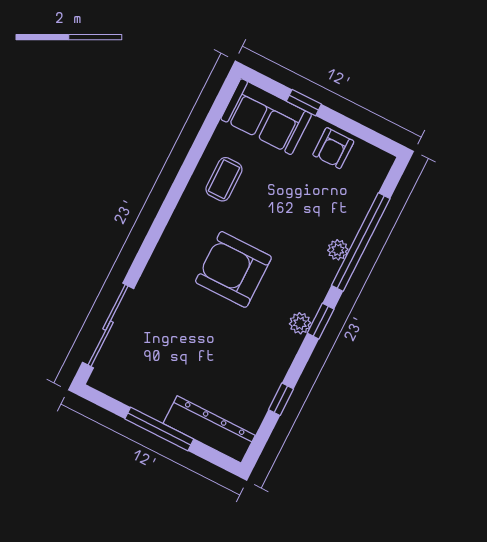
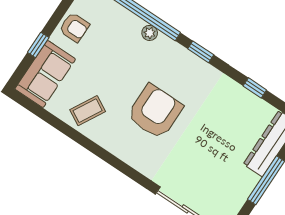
coffee table: (224, 179) -> (88, 111), turned -61
armchair: (233, 269) -> (155, 112), turned 180
plant: (300, 323) -> (200, 67), removed

